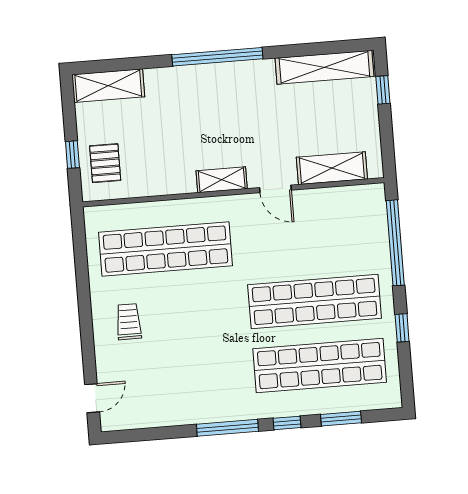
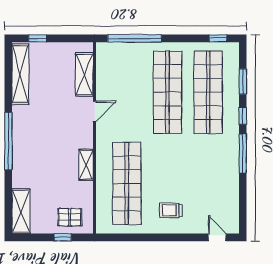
shelving: (222, 180) -> (86, 165), moved
window: (402, 328) -> (218, 38), moved

